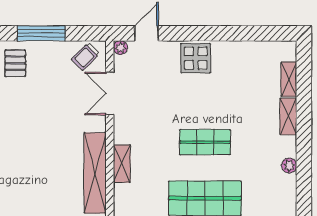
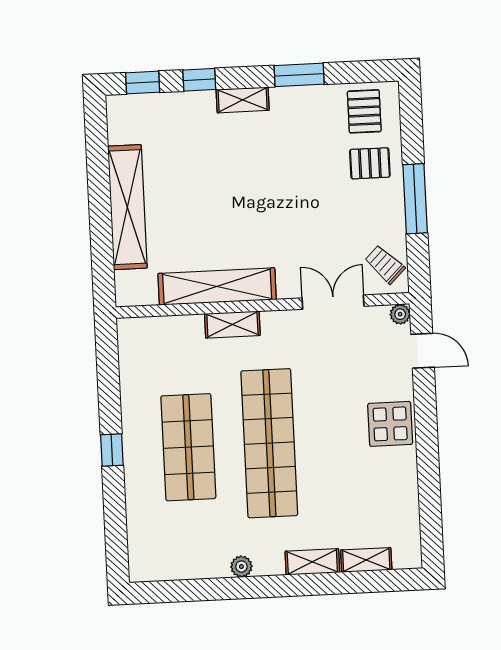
shop shelf: (205, 142) -> (269, 443), width x2.00, depth x1.36

